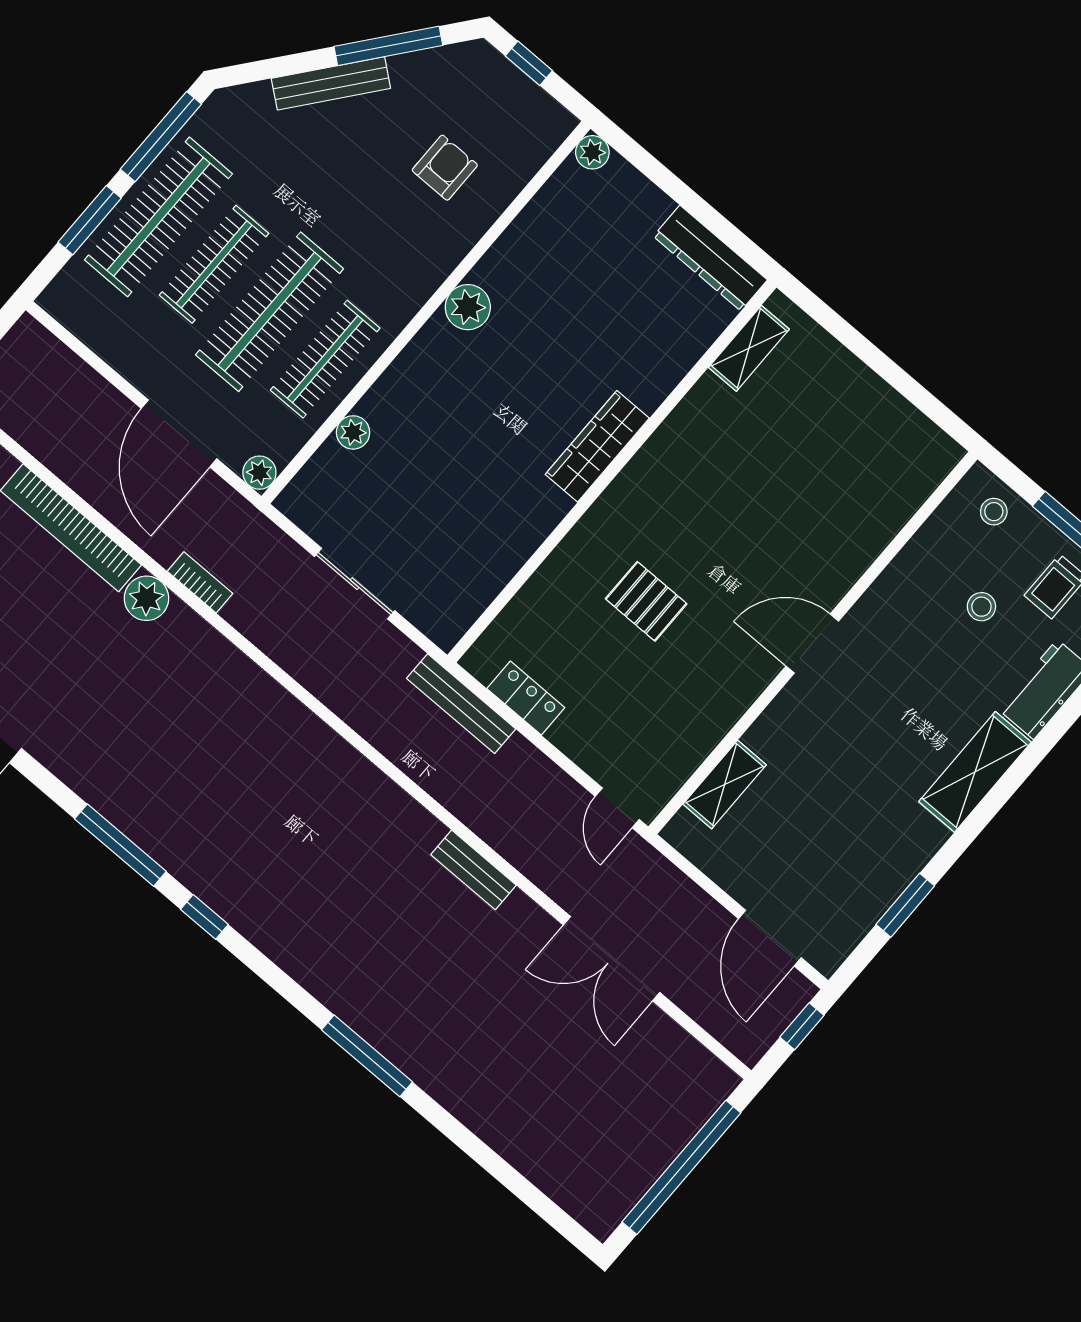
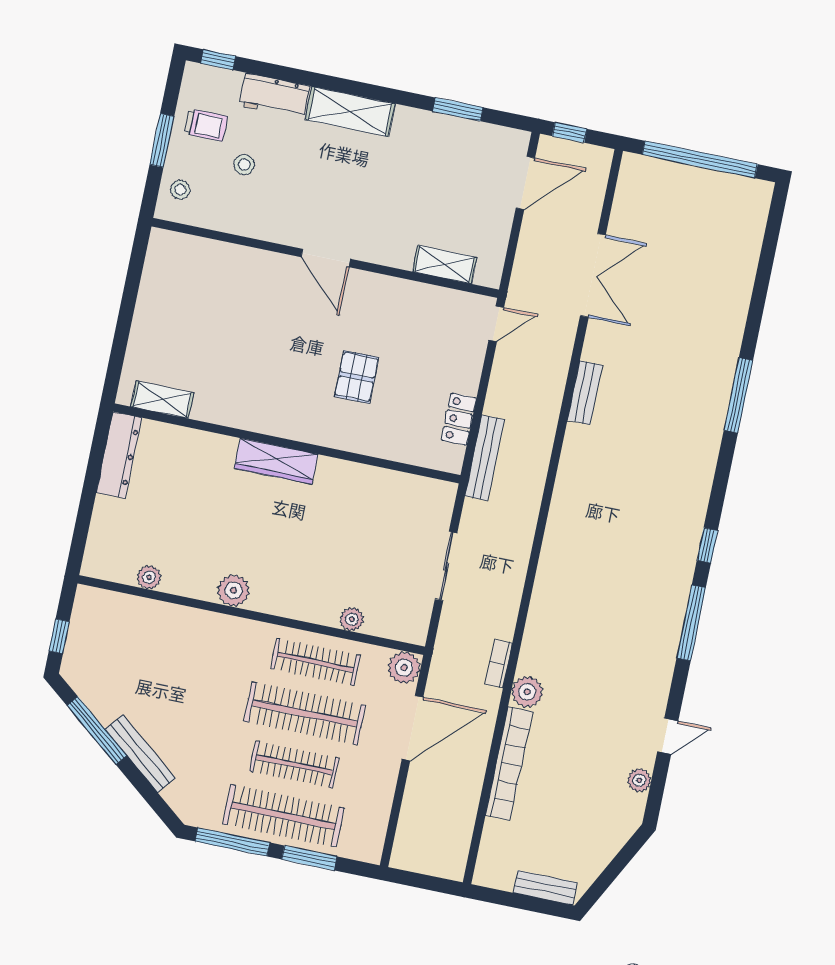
plant: (592, 152) -> (149, 577), moved
armchair: (445, 168) -> (154, 653), removed
plant: (259, 473) -> (404, 668), width x1.38, depth x1.38

